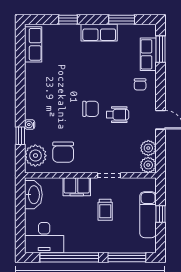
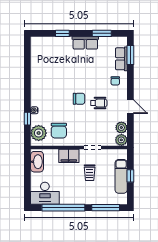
row of seats: (33, 44) -> (37, 51), removed

